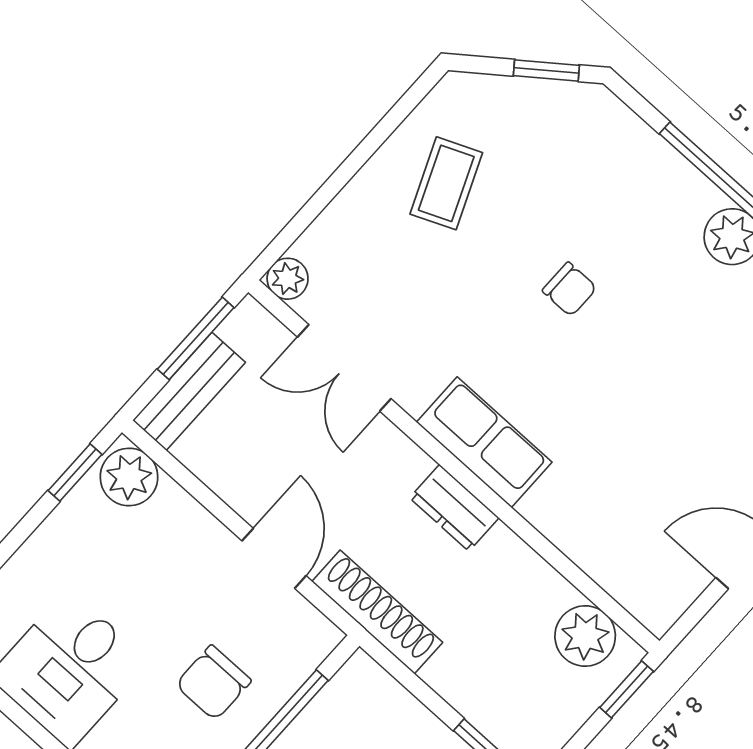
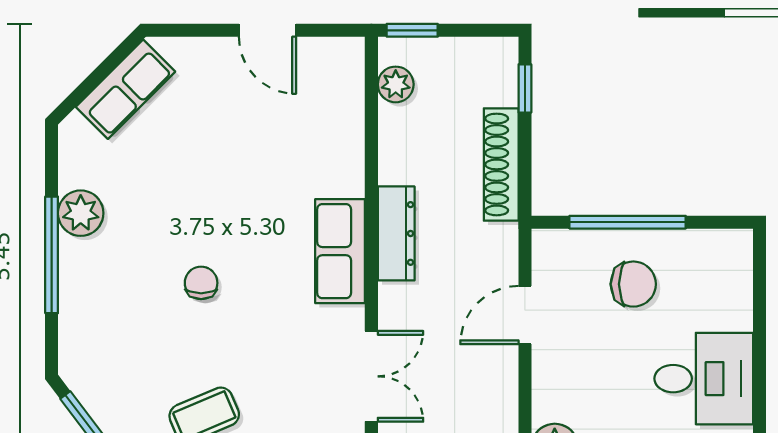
dresser: (454, 508) -> (396, 233), width x1.44
shoe rack: (377, 612) -> (501, 164), moved
plant: (585, 636) -> (396, 84), width x0.73, depth x0.73

